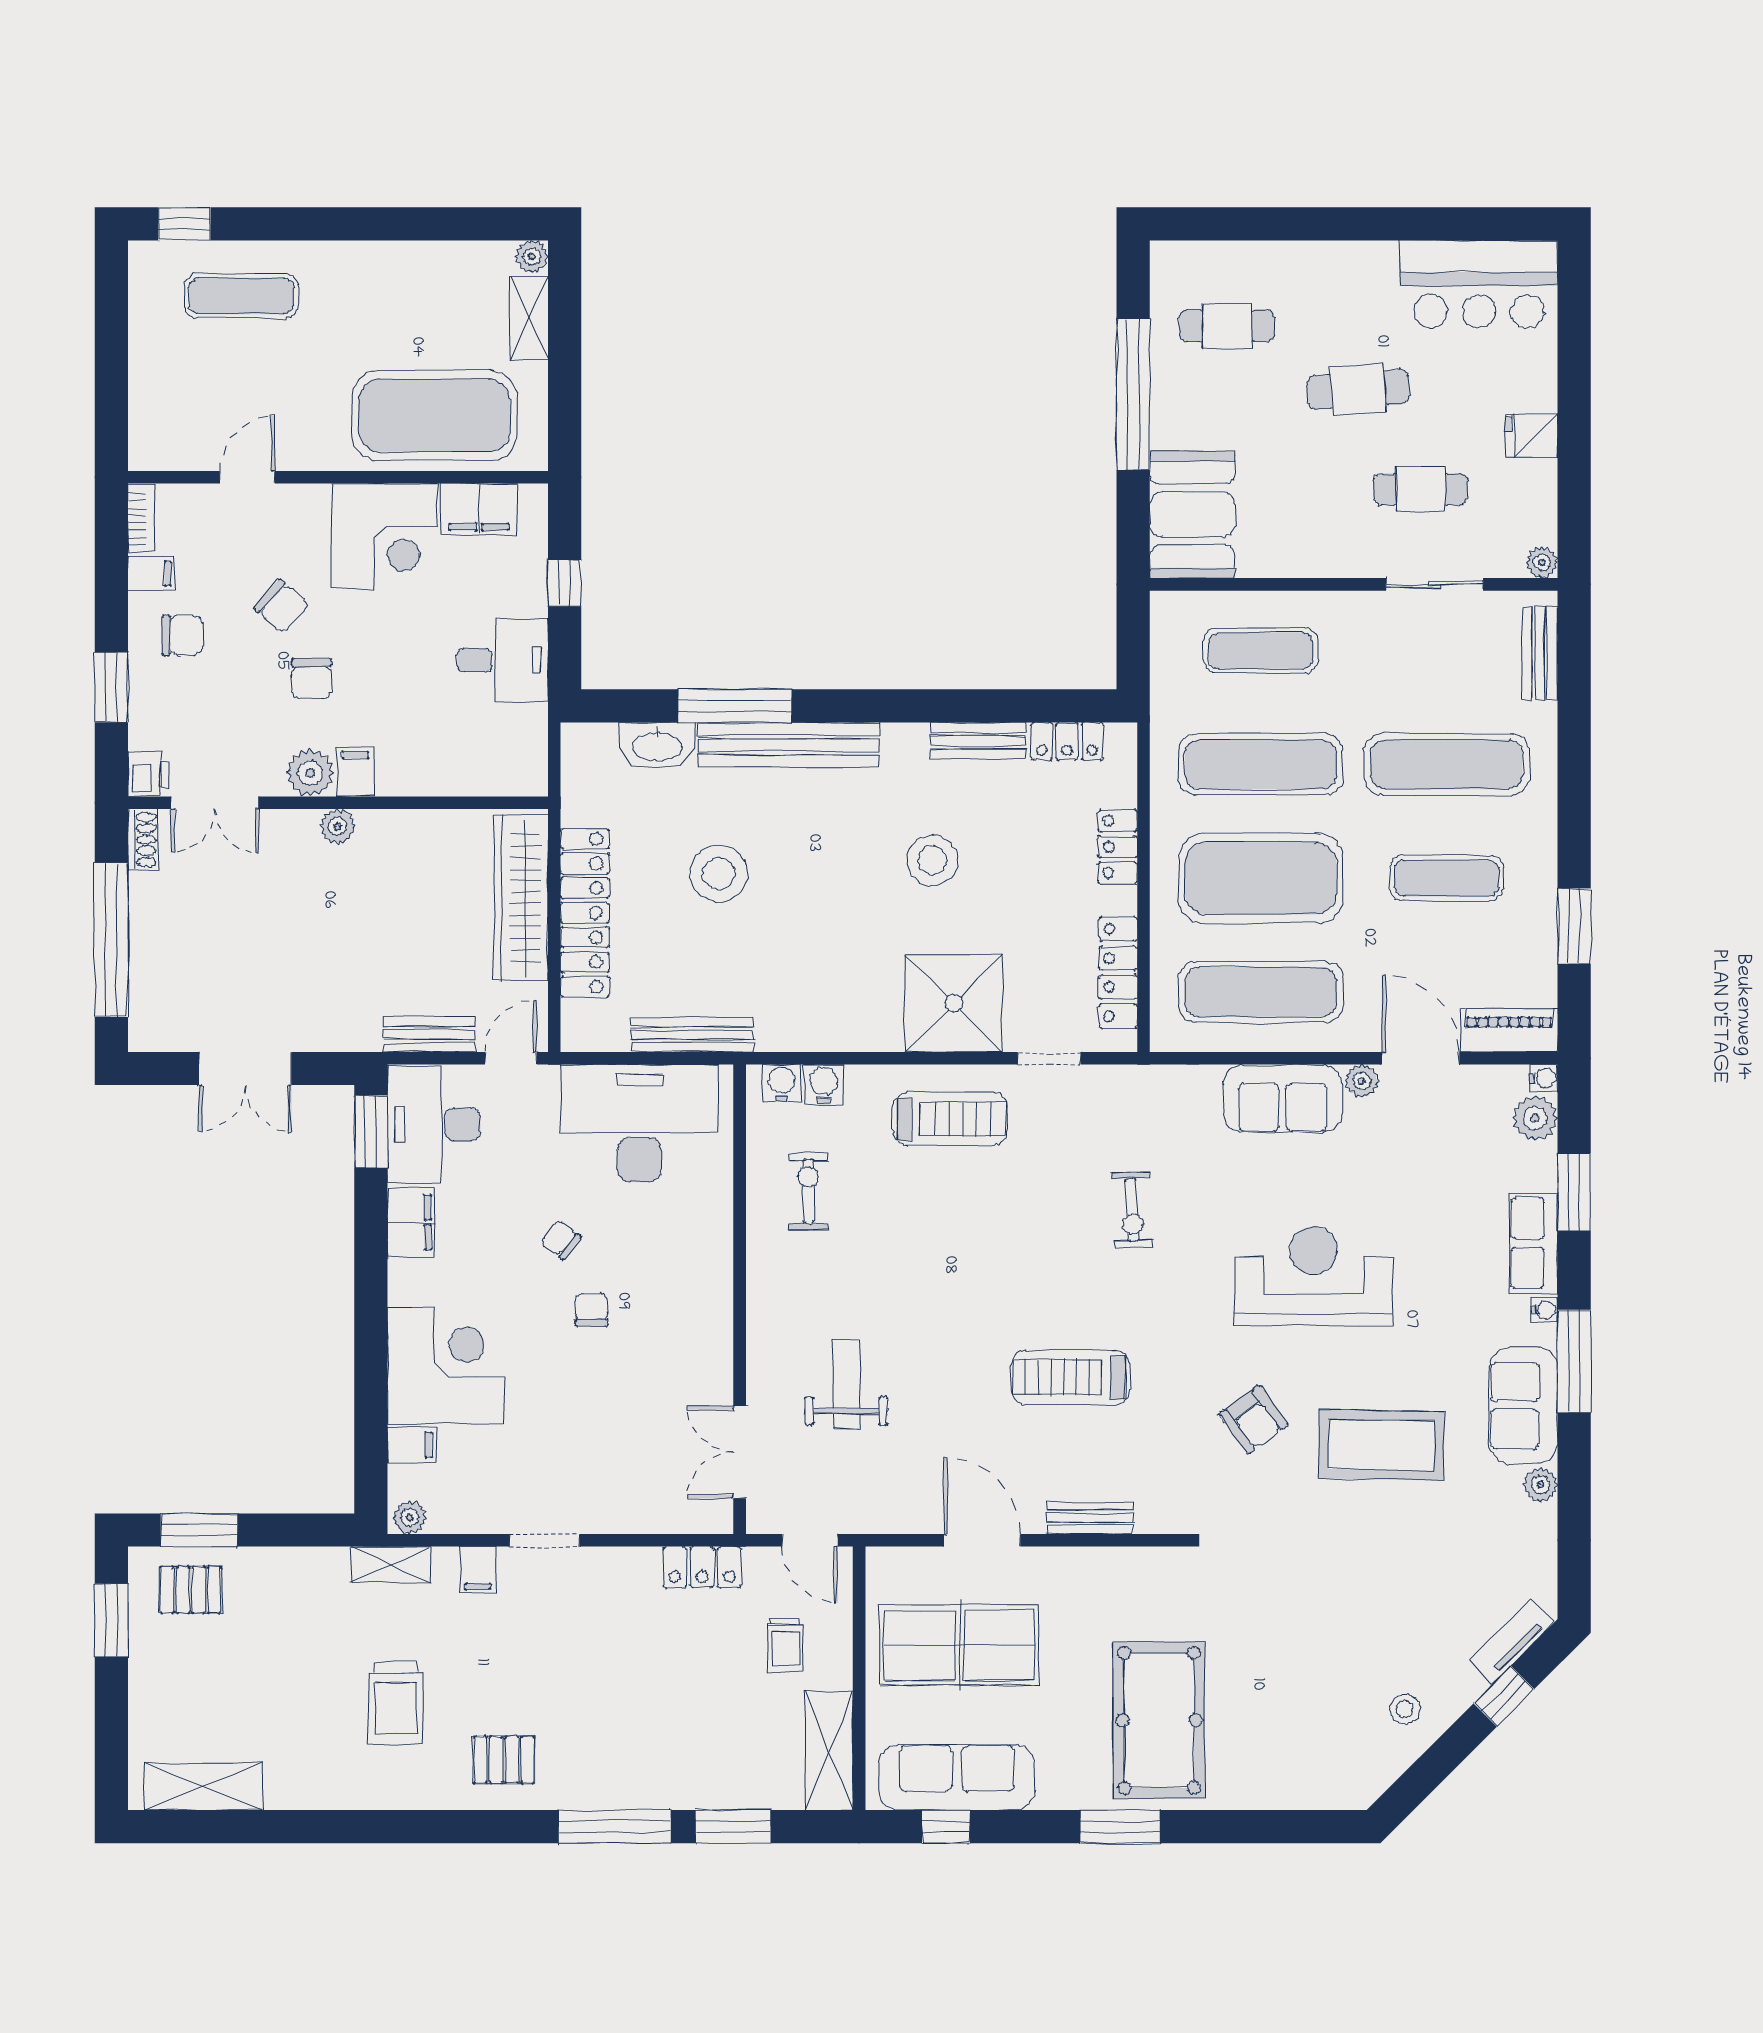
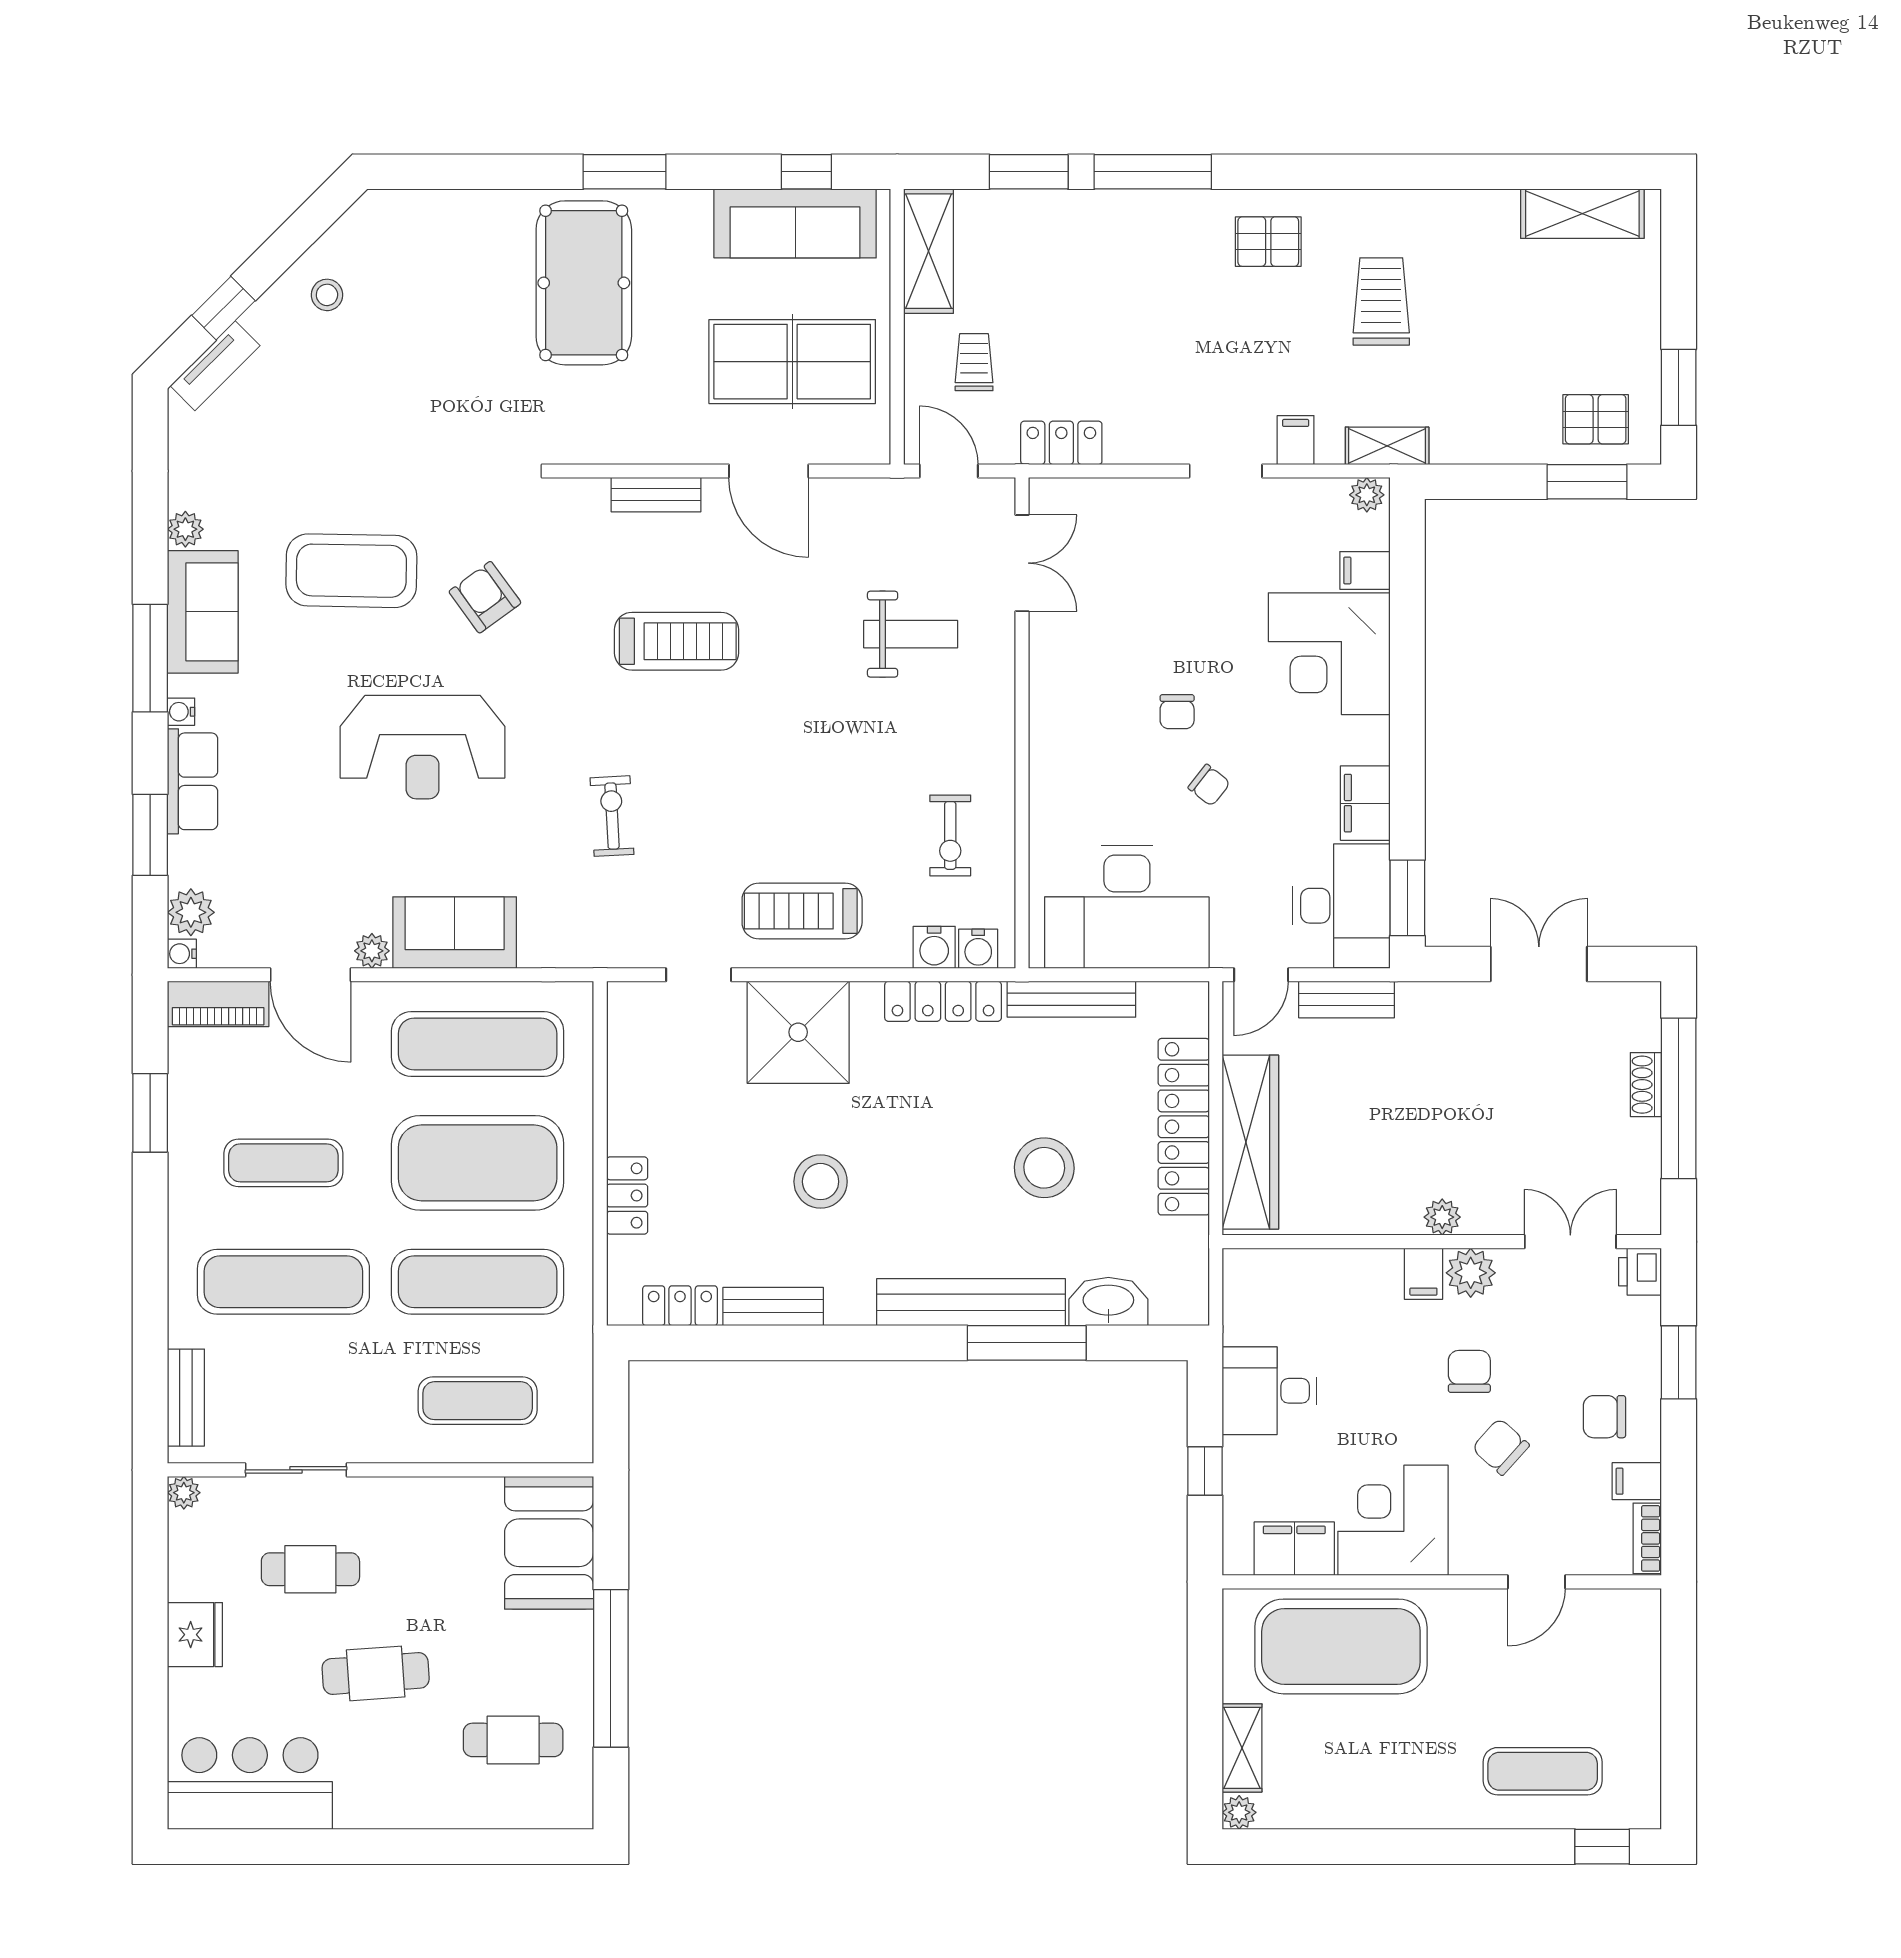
fridge: (1531, 435) -> (195, 1635), width x1.38
shoe rack: (143, 840) -> (1646, 1085), moved
locker: (1118, 973) -> (943, 1001), moved, turned 90
weight bench: (846, 1384) -> (911, 634), turned -90

